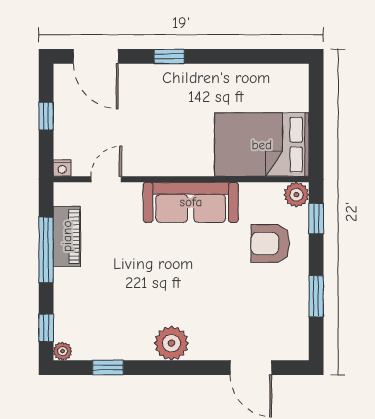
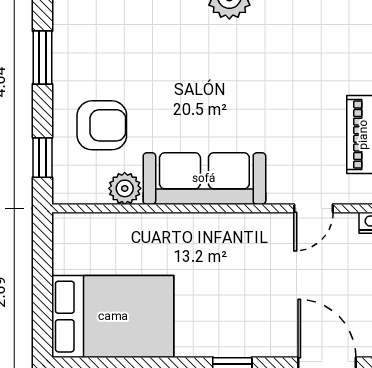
bed: (262, 145) -> (113, 317), moved
plant: (296, 195) -> (125, 188), moved

